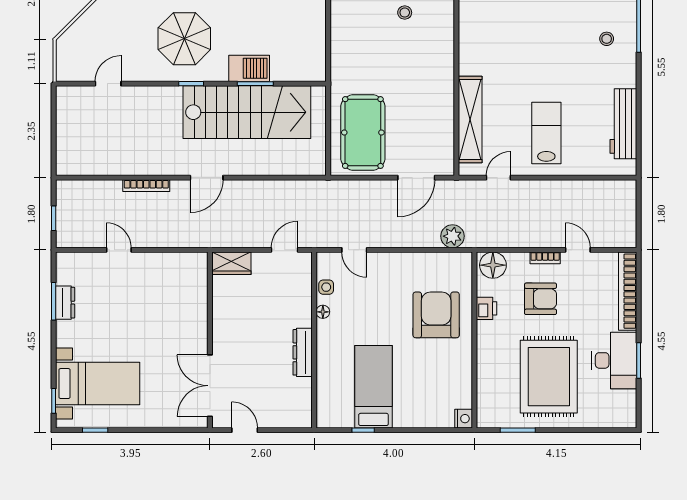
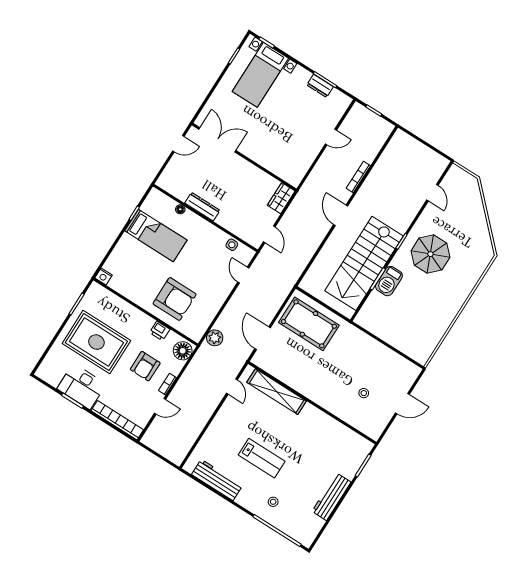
lab bench: (546, 133) -> (262, 458), moved
door: (354, 250) -> (243, 275), hinge flipped
floor lamp: (323, 312) -> (180, 209), moved

